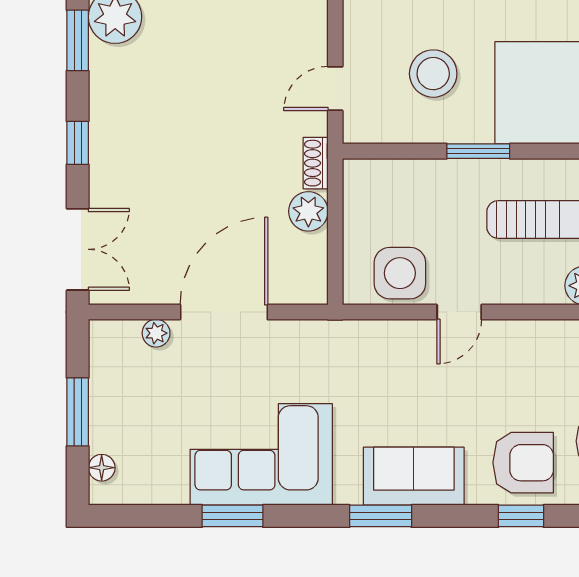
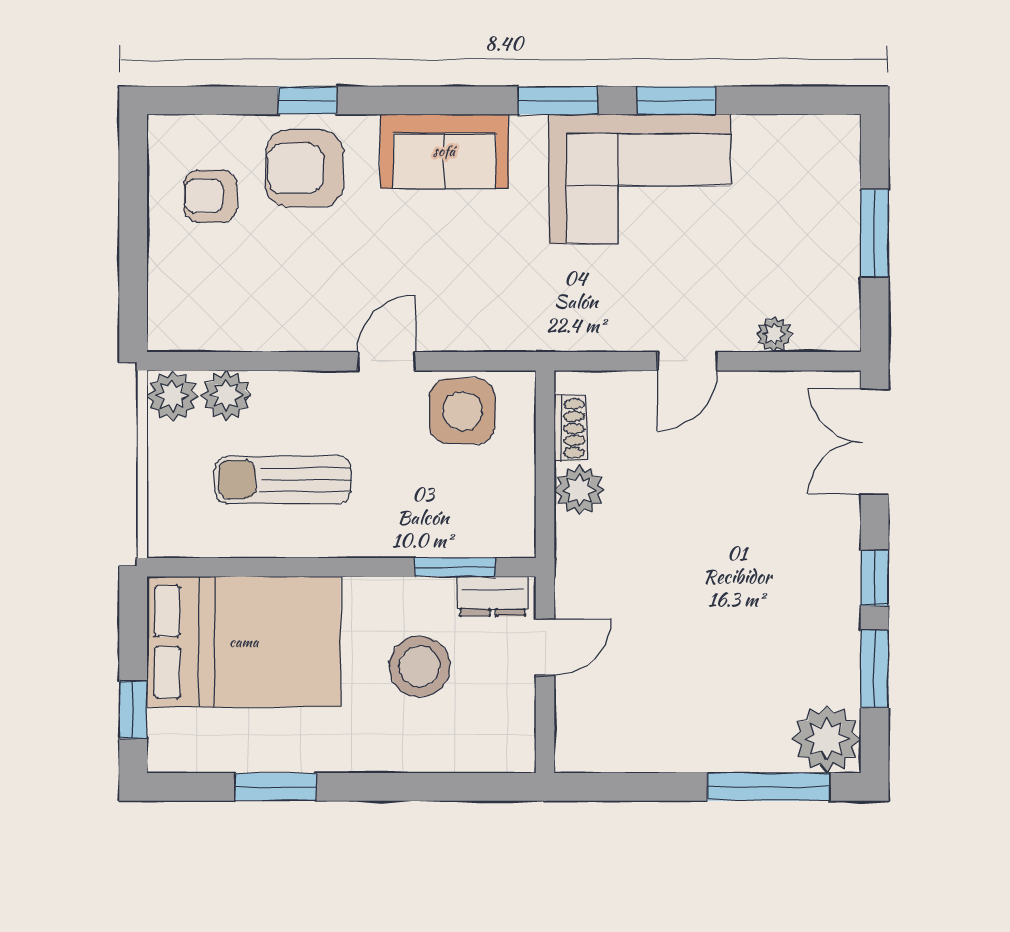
window: (78, 40) -> (875, 669), moved
dresser: (376, 128) -> (493, 596), added
window: (478, 151) -> (455, 567), moved
shoe rack: (316, 163) -> (570, 428), moved
door: (224, 312) -> (687, 361), width x0.53
floor lamp: (102, 468) -> (844, 162), removed
window: (381, 516) -> (558, 100), moved

